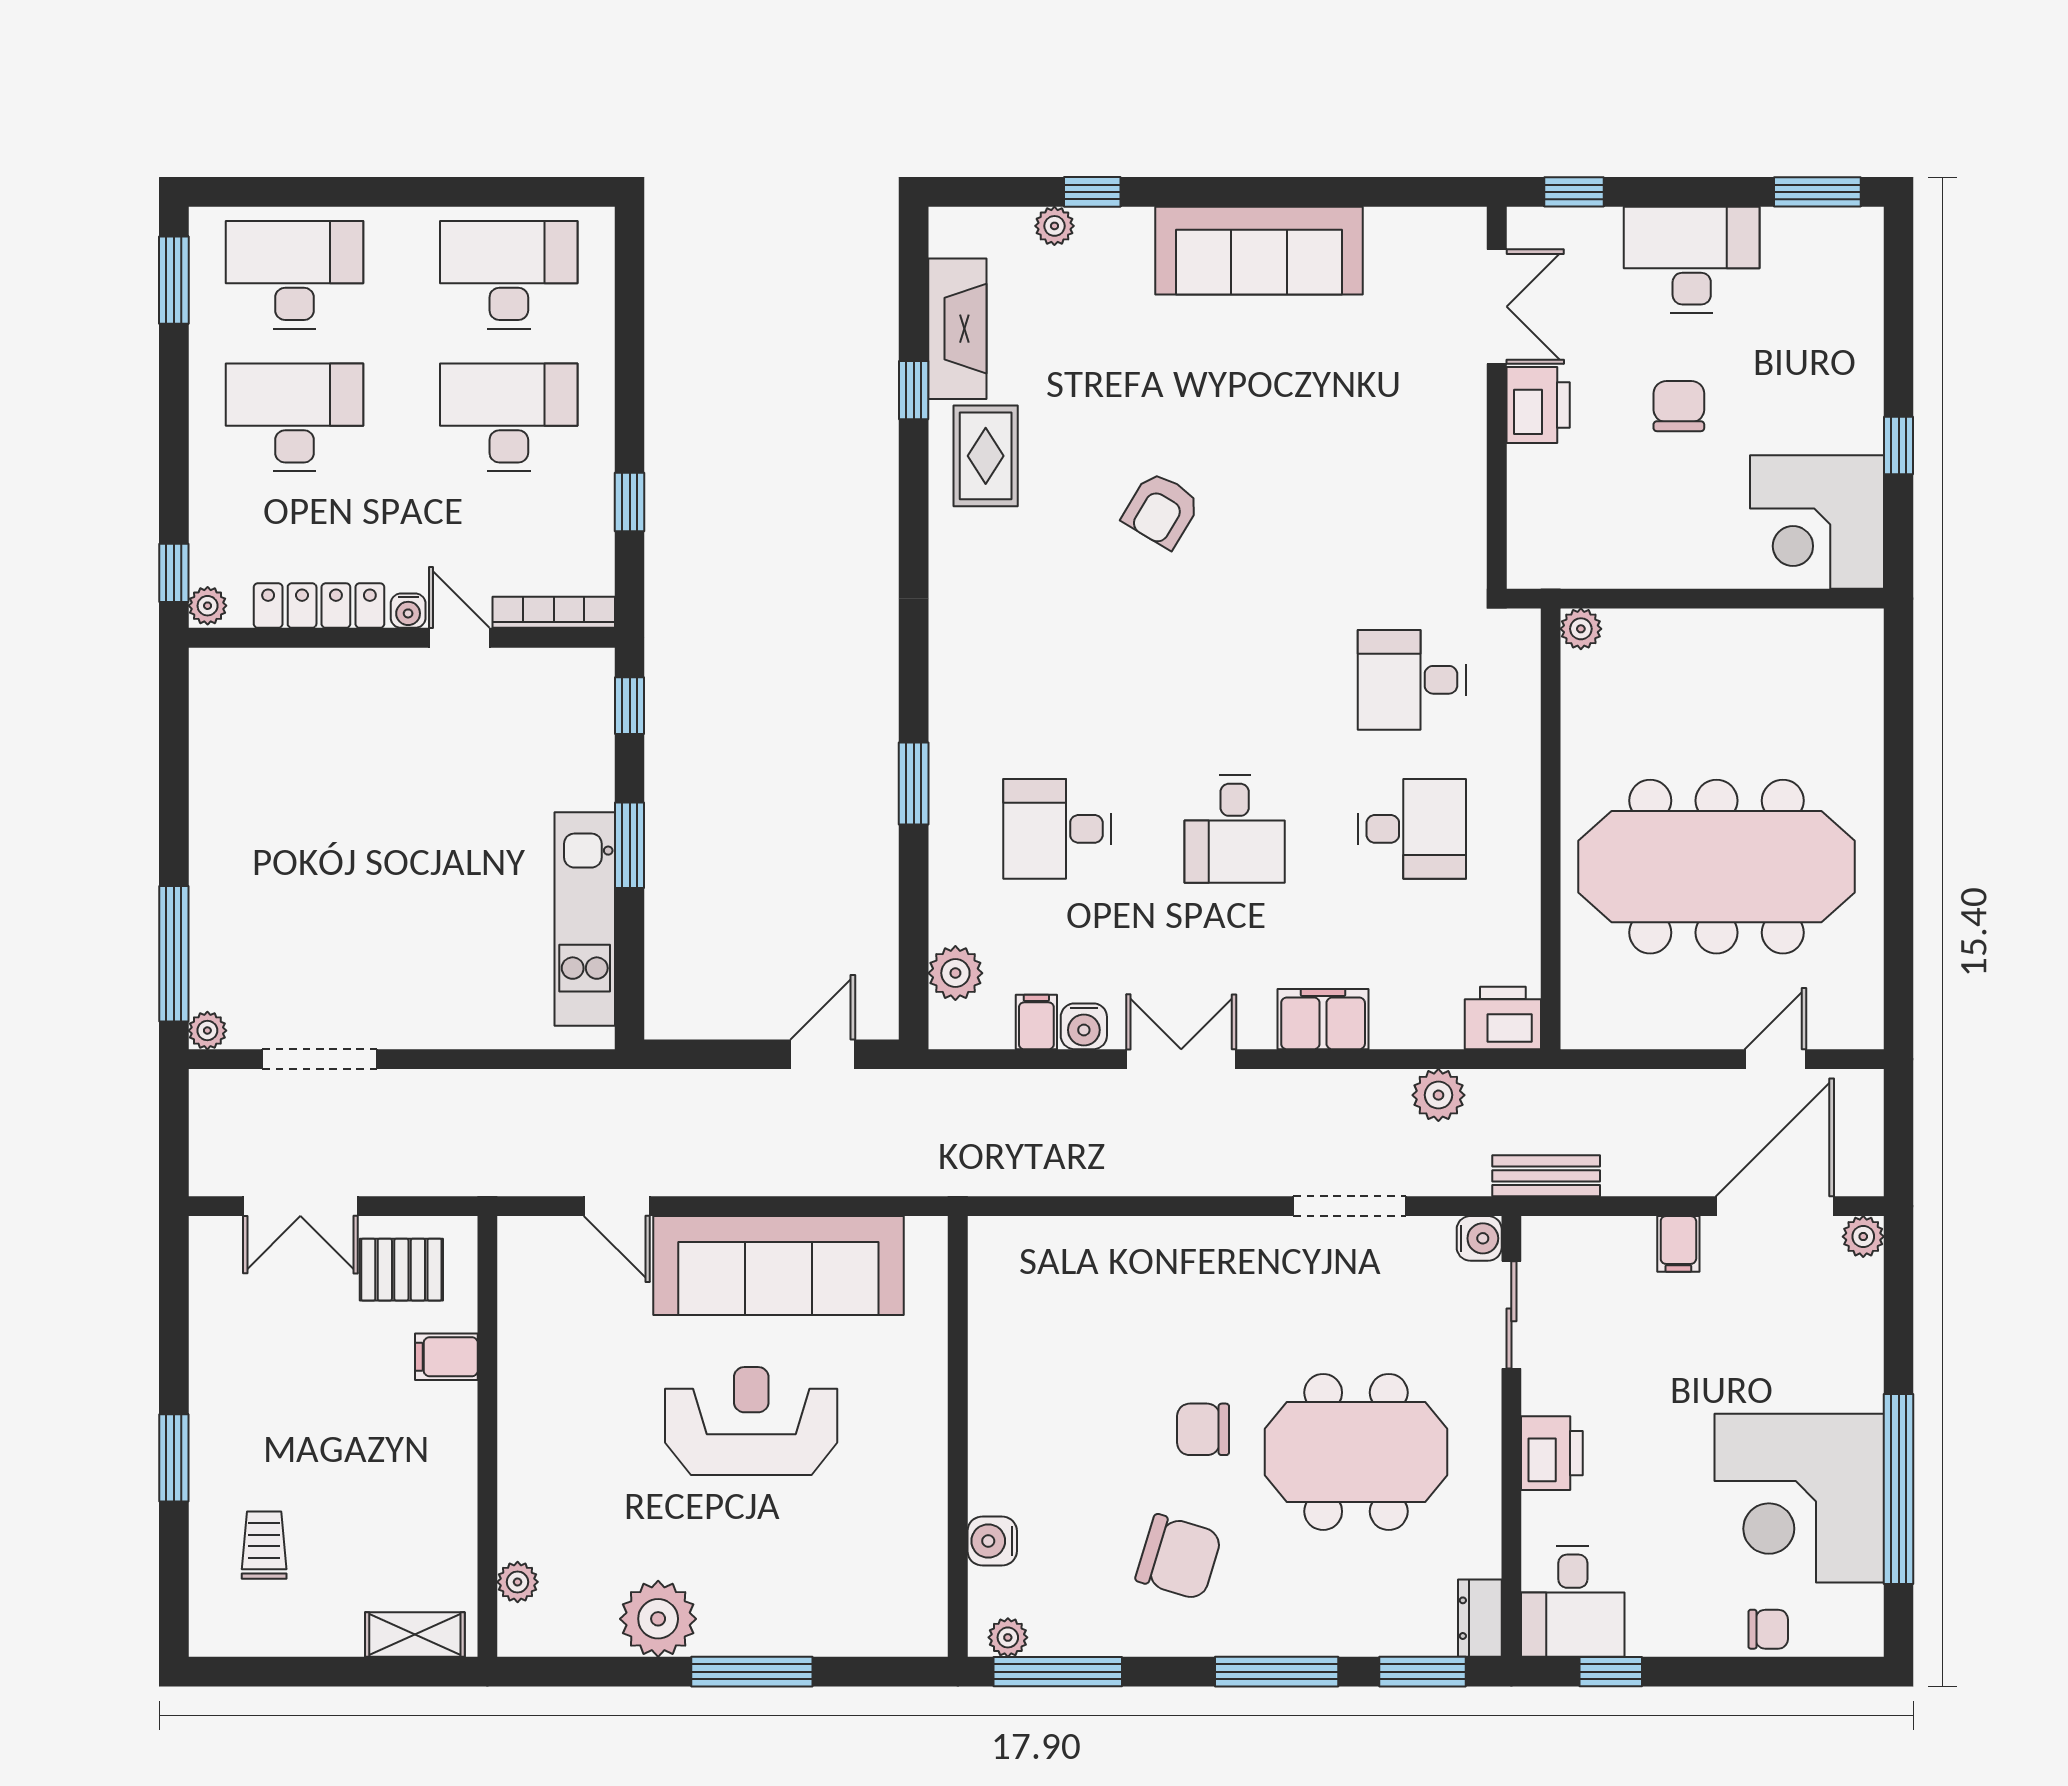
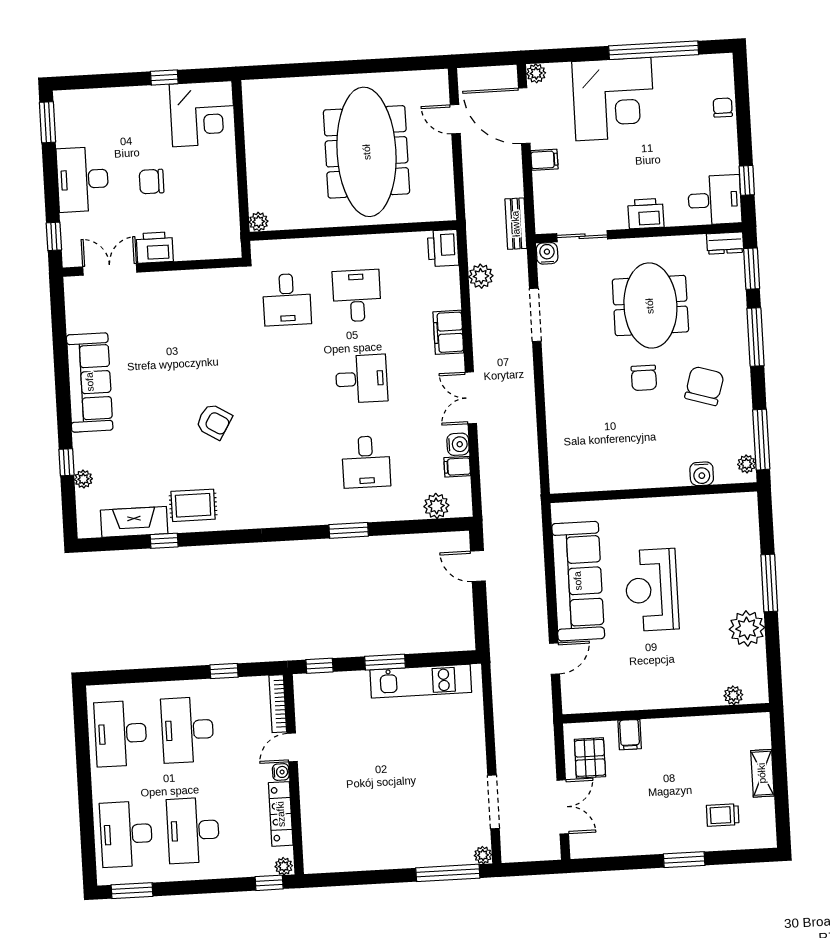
corner desk: (1799, 1498) -> (613, 99), moved
shelving: (415, 1635) -> (762, 773), moved

